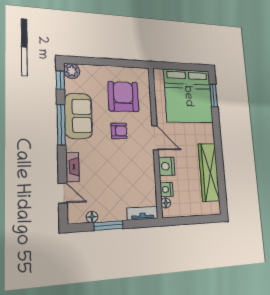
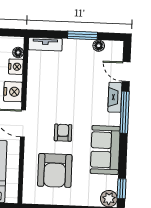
window: (61, 125) -> (125, 112), moved
armchair: (119, 131) -> (63, 133), turned 90

